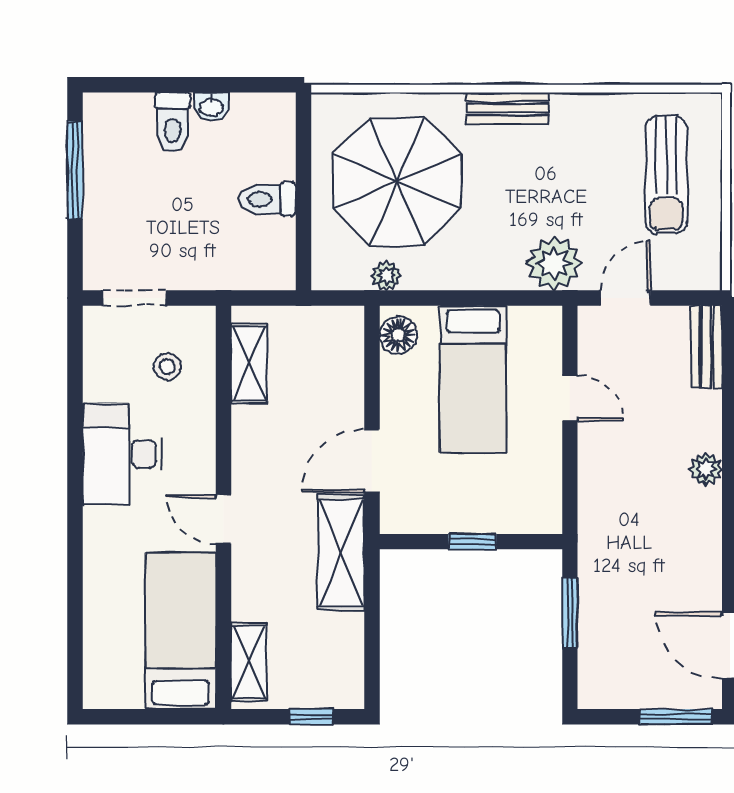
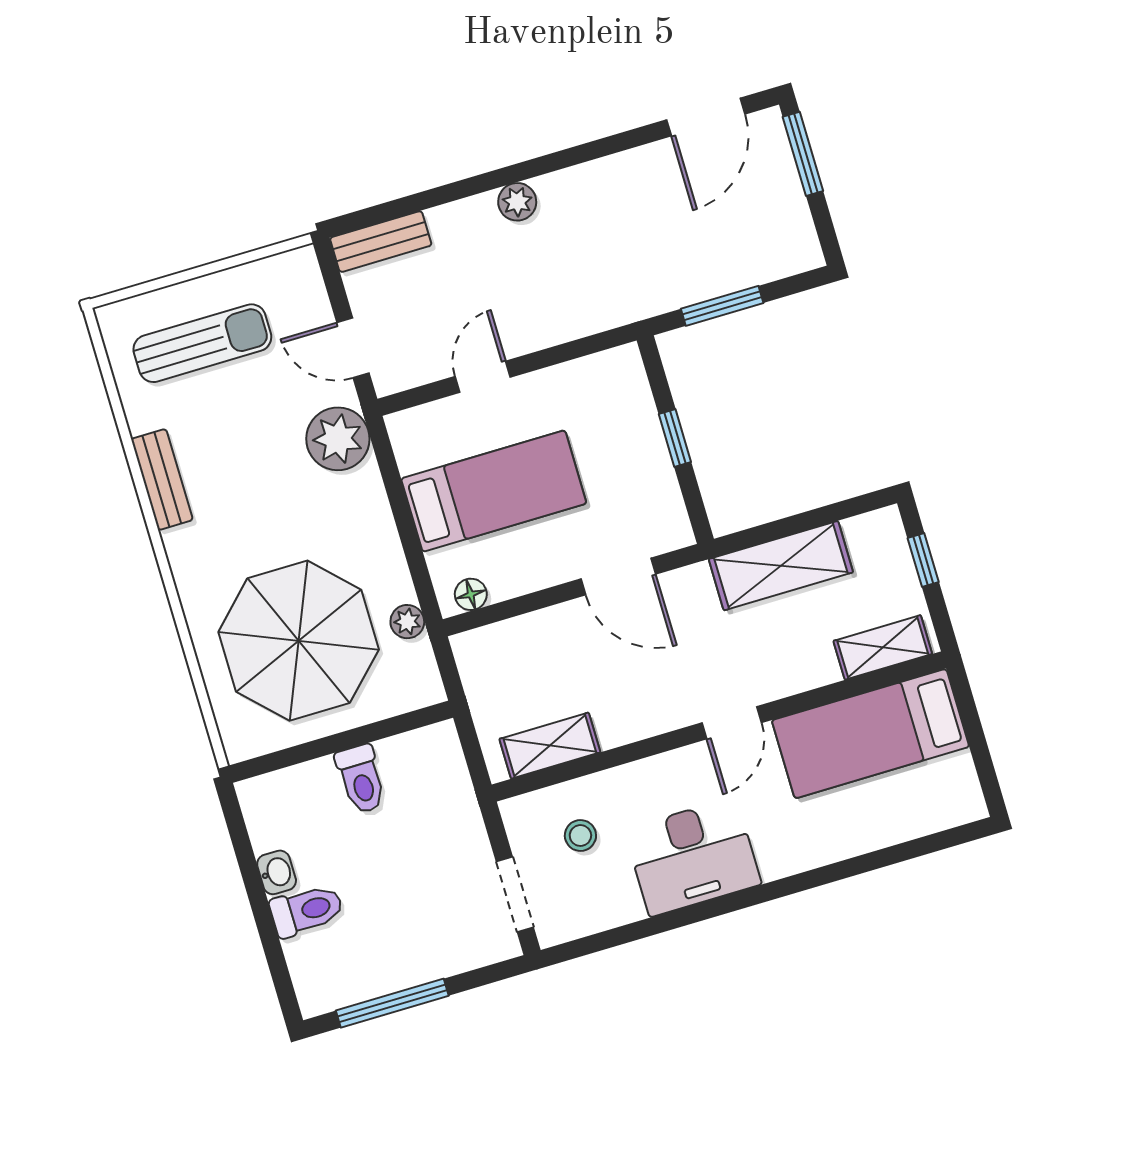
bench: (508, 108) -> (162, 480), moved
floor lamp: (398, 335) -> (471, 594), width x0.73, depth x0.73
shelving: (341, 552) -> (781, 566), moved

